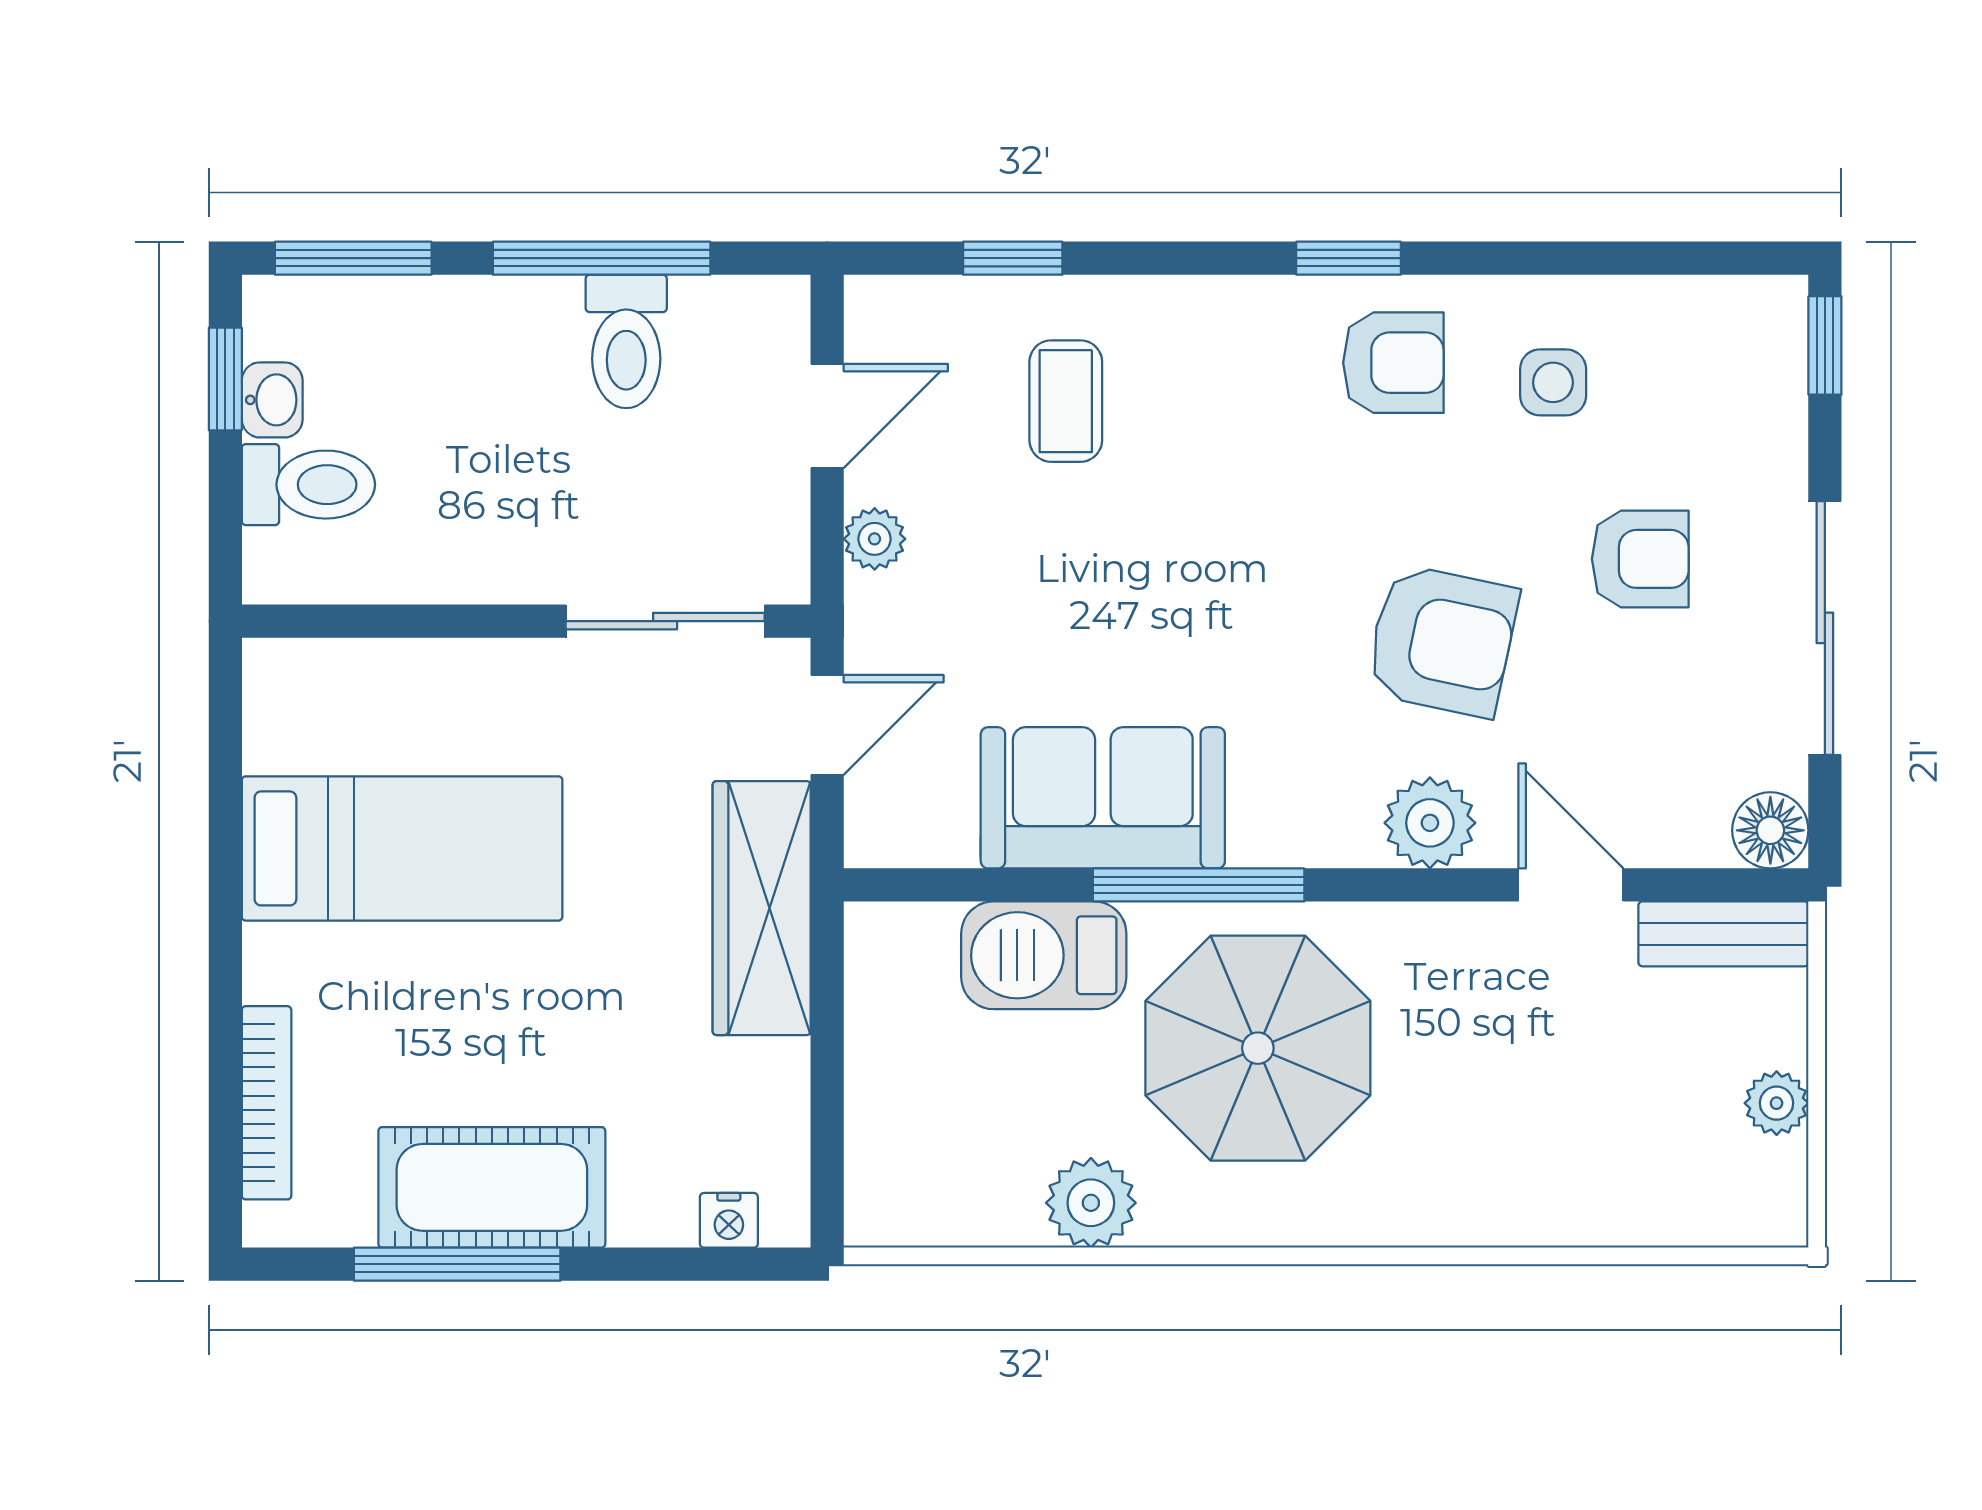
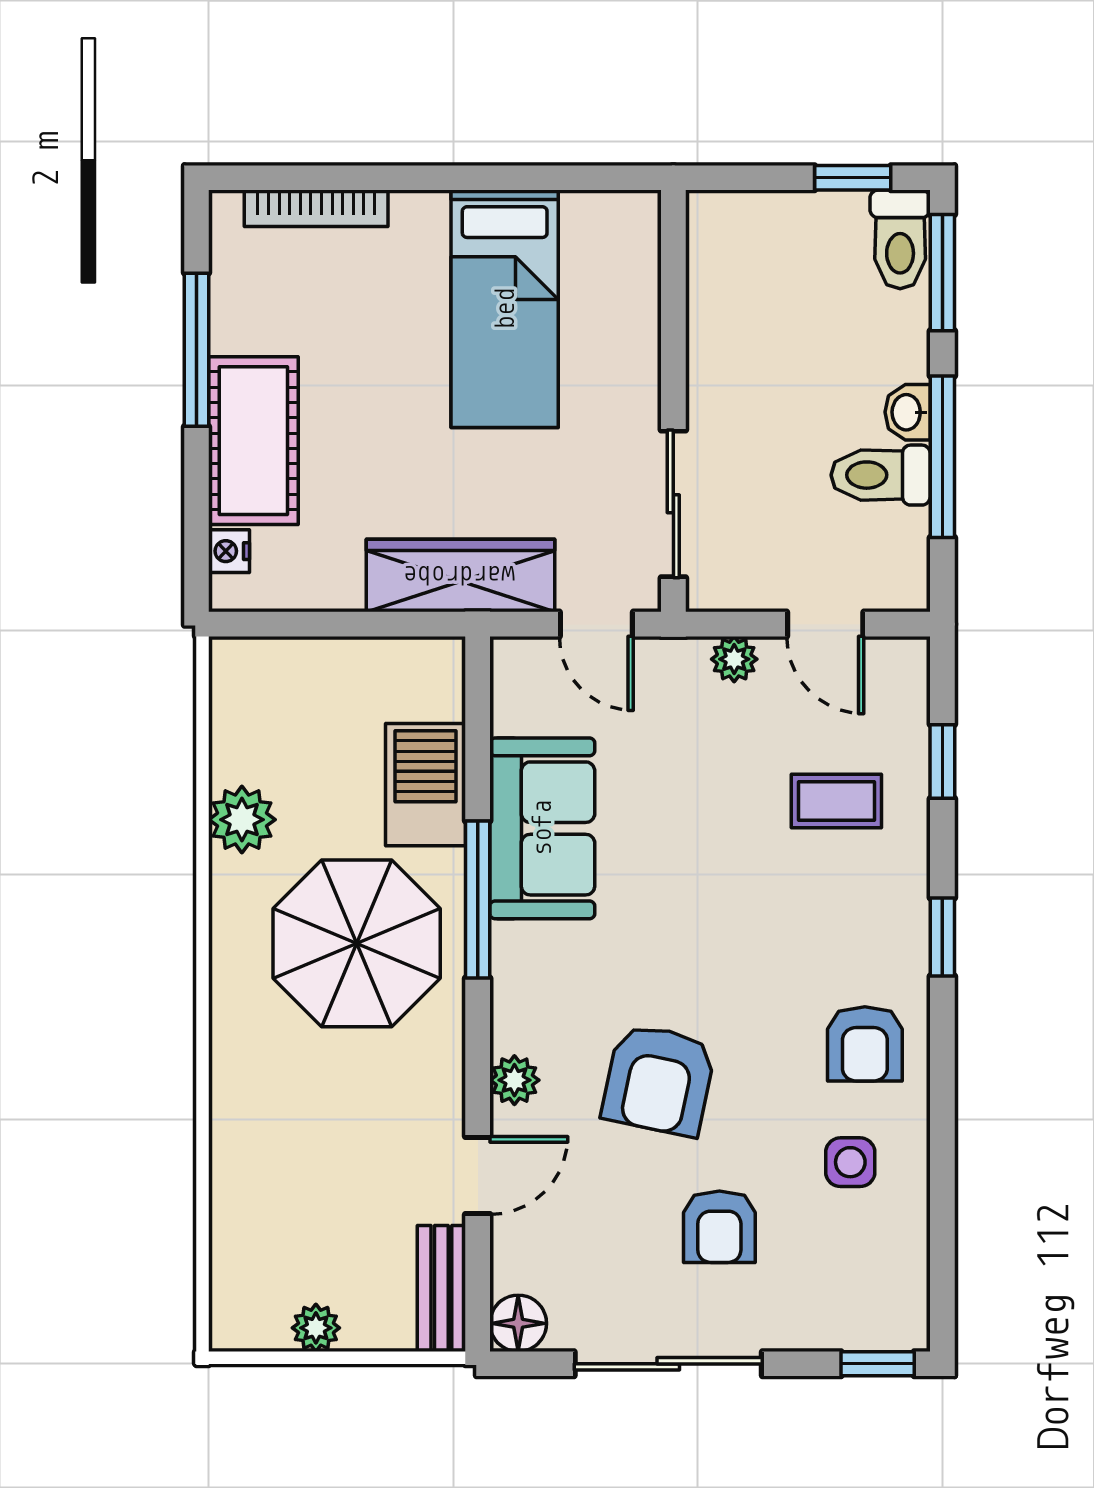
window: (1349, 258) -> (942, 937), moved
washbasin: (272, 400) -> (908, 412), moved, turned 90
toilet: (308, 485) -> (900, 239), moved
plant: (1430, 823) -> (514, 1080), width x0.73, depth x0.73
cot: (492, 1187) -> (253, 441), moved

